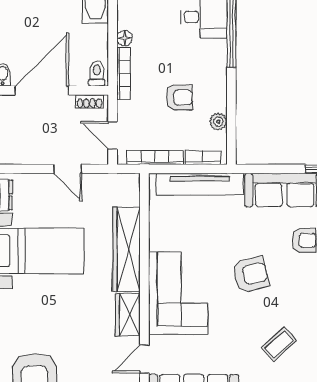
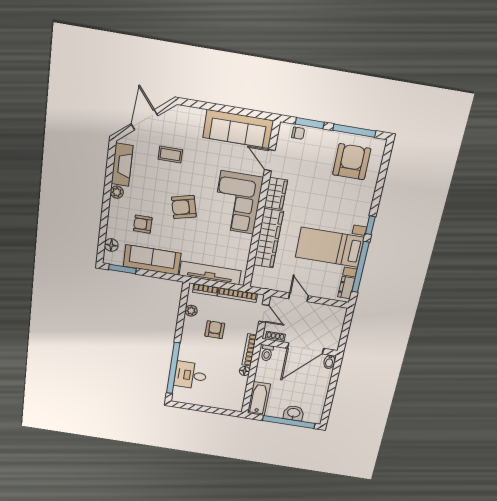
armchair: (179, 97) -> (215, 330), turned 90
coffee table: (279, 344) -> (170, 155), turned 42
door: (144, 359) -> (270, 160), swing flipped

